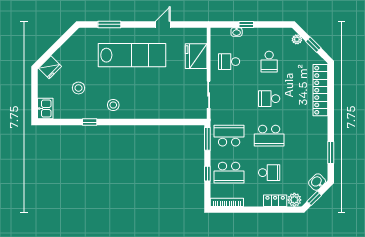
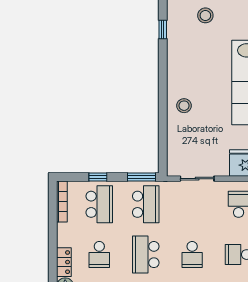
school desk: (269, 99) -> (192, 255), turned 180
stool: (113, 105) -> (184, 106), moved
school desk: (229, 173) -> (99, 204), turned 180

